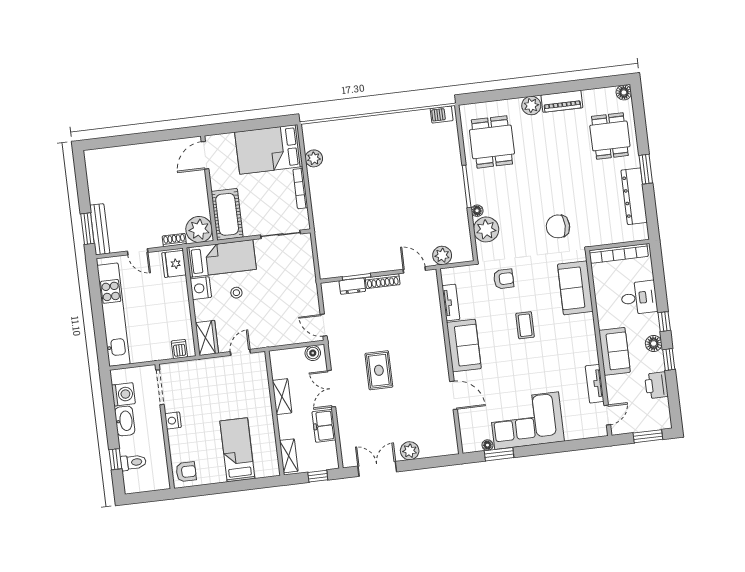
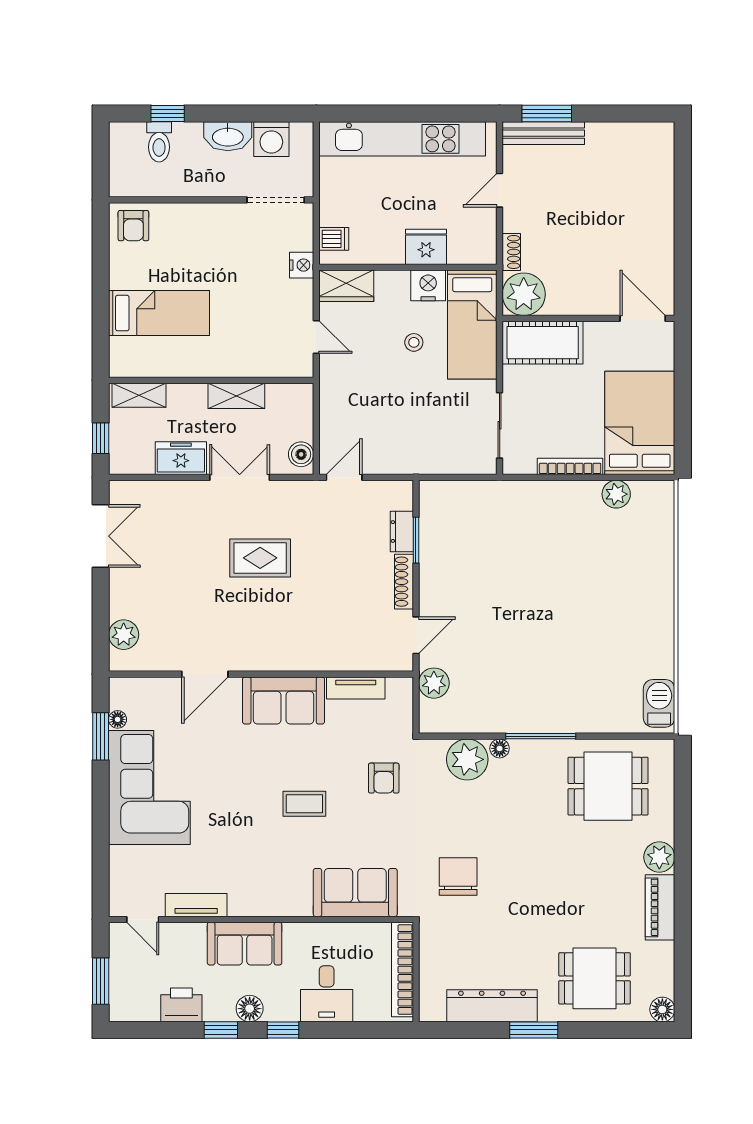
barbecue: (442, 114) -> (659, 703), width x1.38, depth x1.27
fridge: (174, 264) -> (426, 247), moved
nightstand: (173, 420) -> (302, 265), moved, turned 90
plant: (410, 451) -> (124, 635), moved

